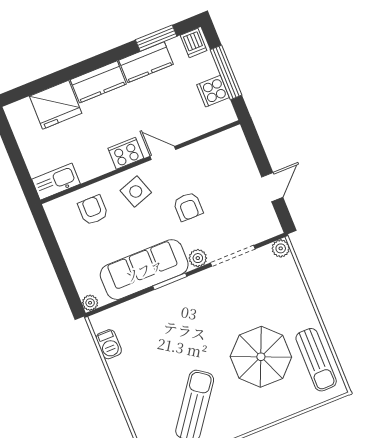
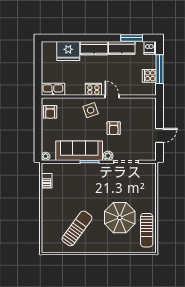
armchair: (93, 210) -> (50, 112), moved, turned 180
plant: (281, 248) -> (151, 168), removed

